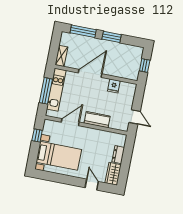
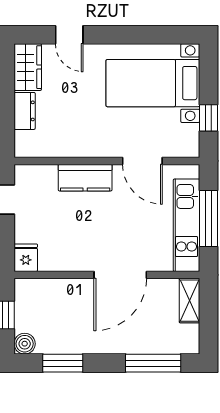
window: (112, 37) -> (63, 363), moved
boiler: (139, 51) -> (25, 344), added
fridge: (114, 86) -> (26, 258), moved
door: (70, 122) -> (142, 161), hinge flipped

